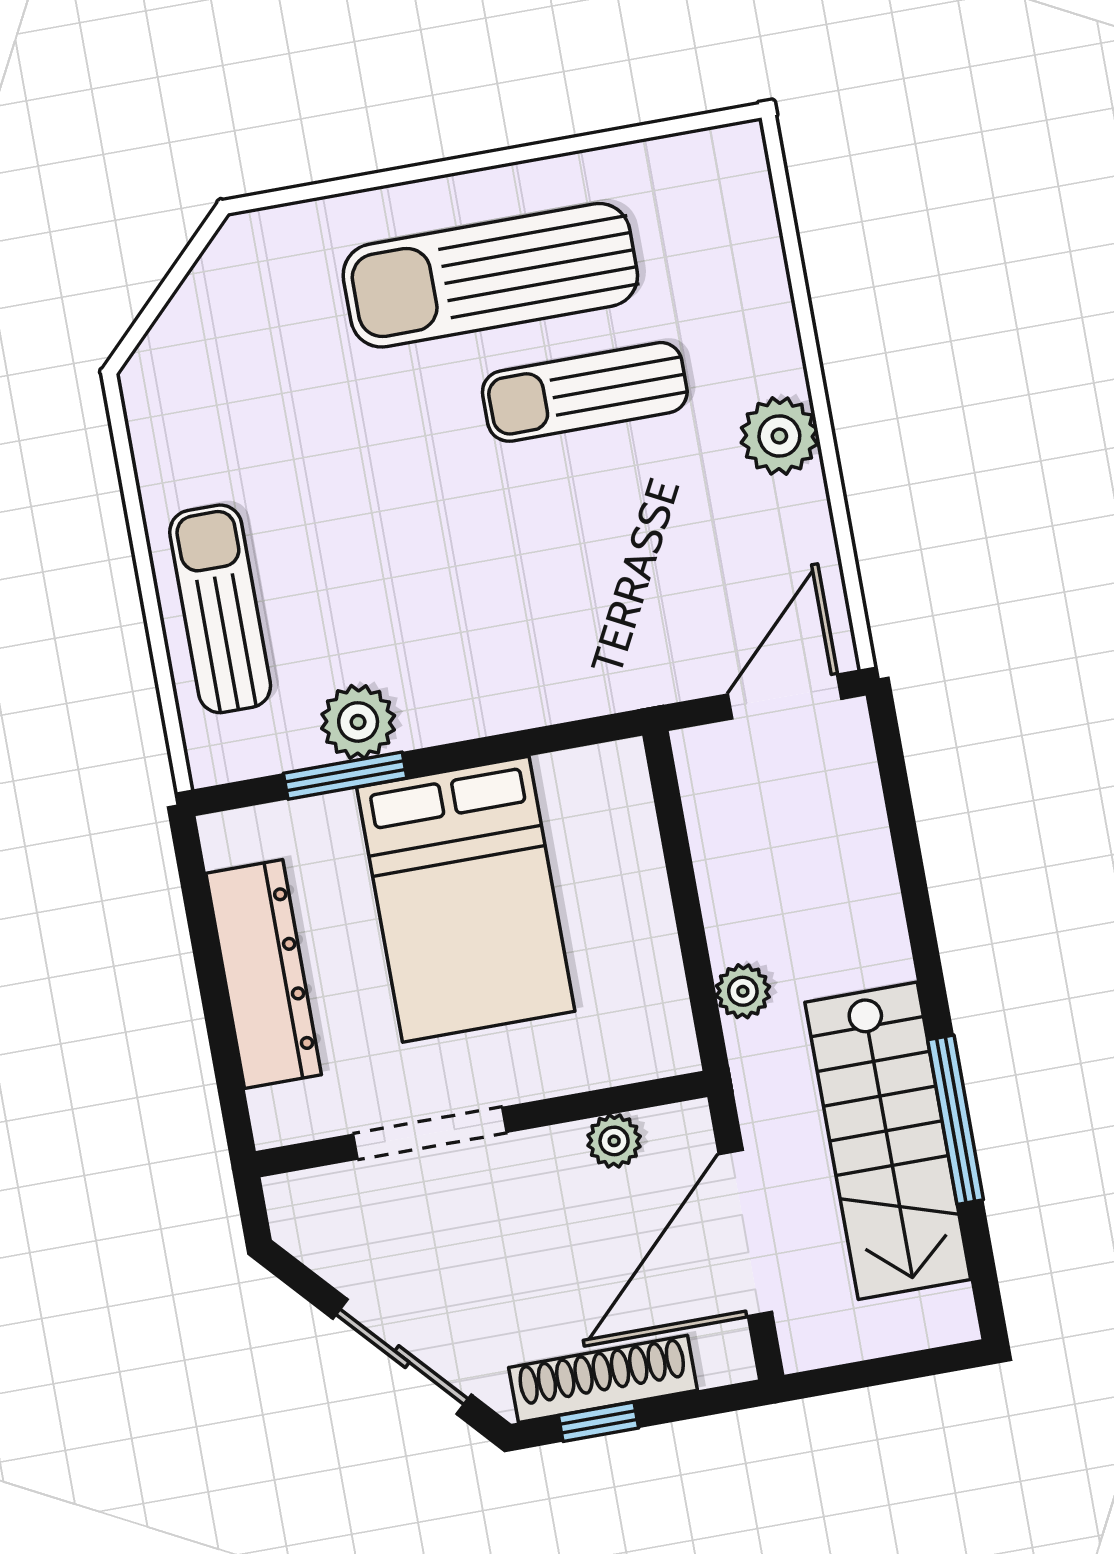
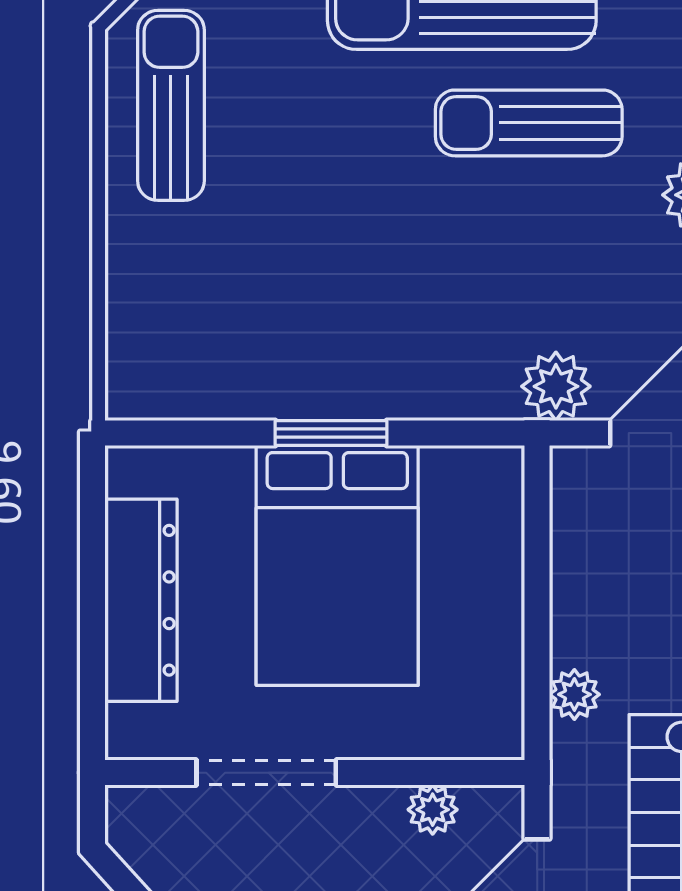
sun lounger: (220, 609) -> (171, 105), moved
plant: (358, 722) -> (556, 386), moved
window: (345, 776) -> (331, 433), moved

